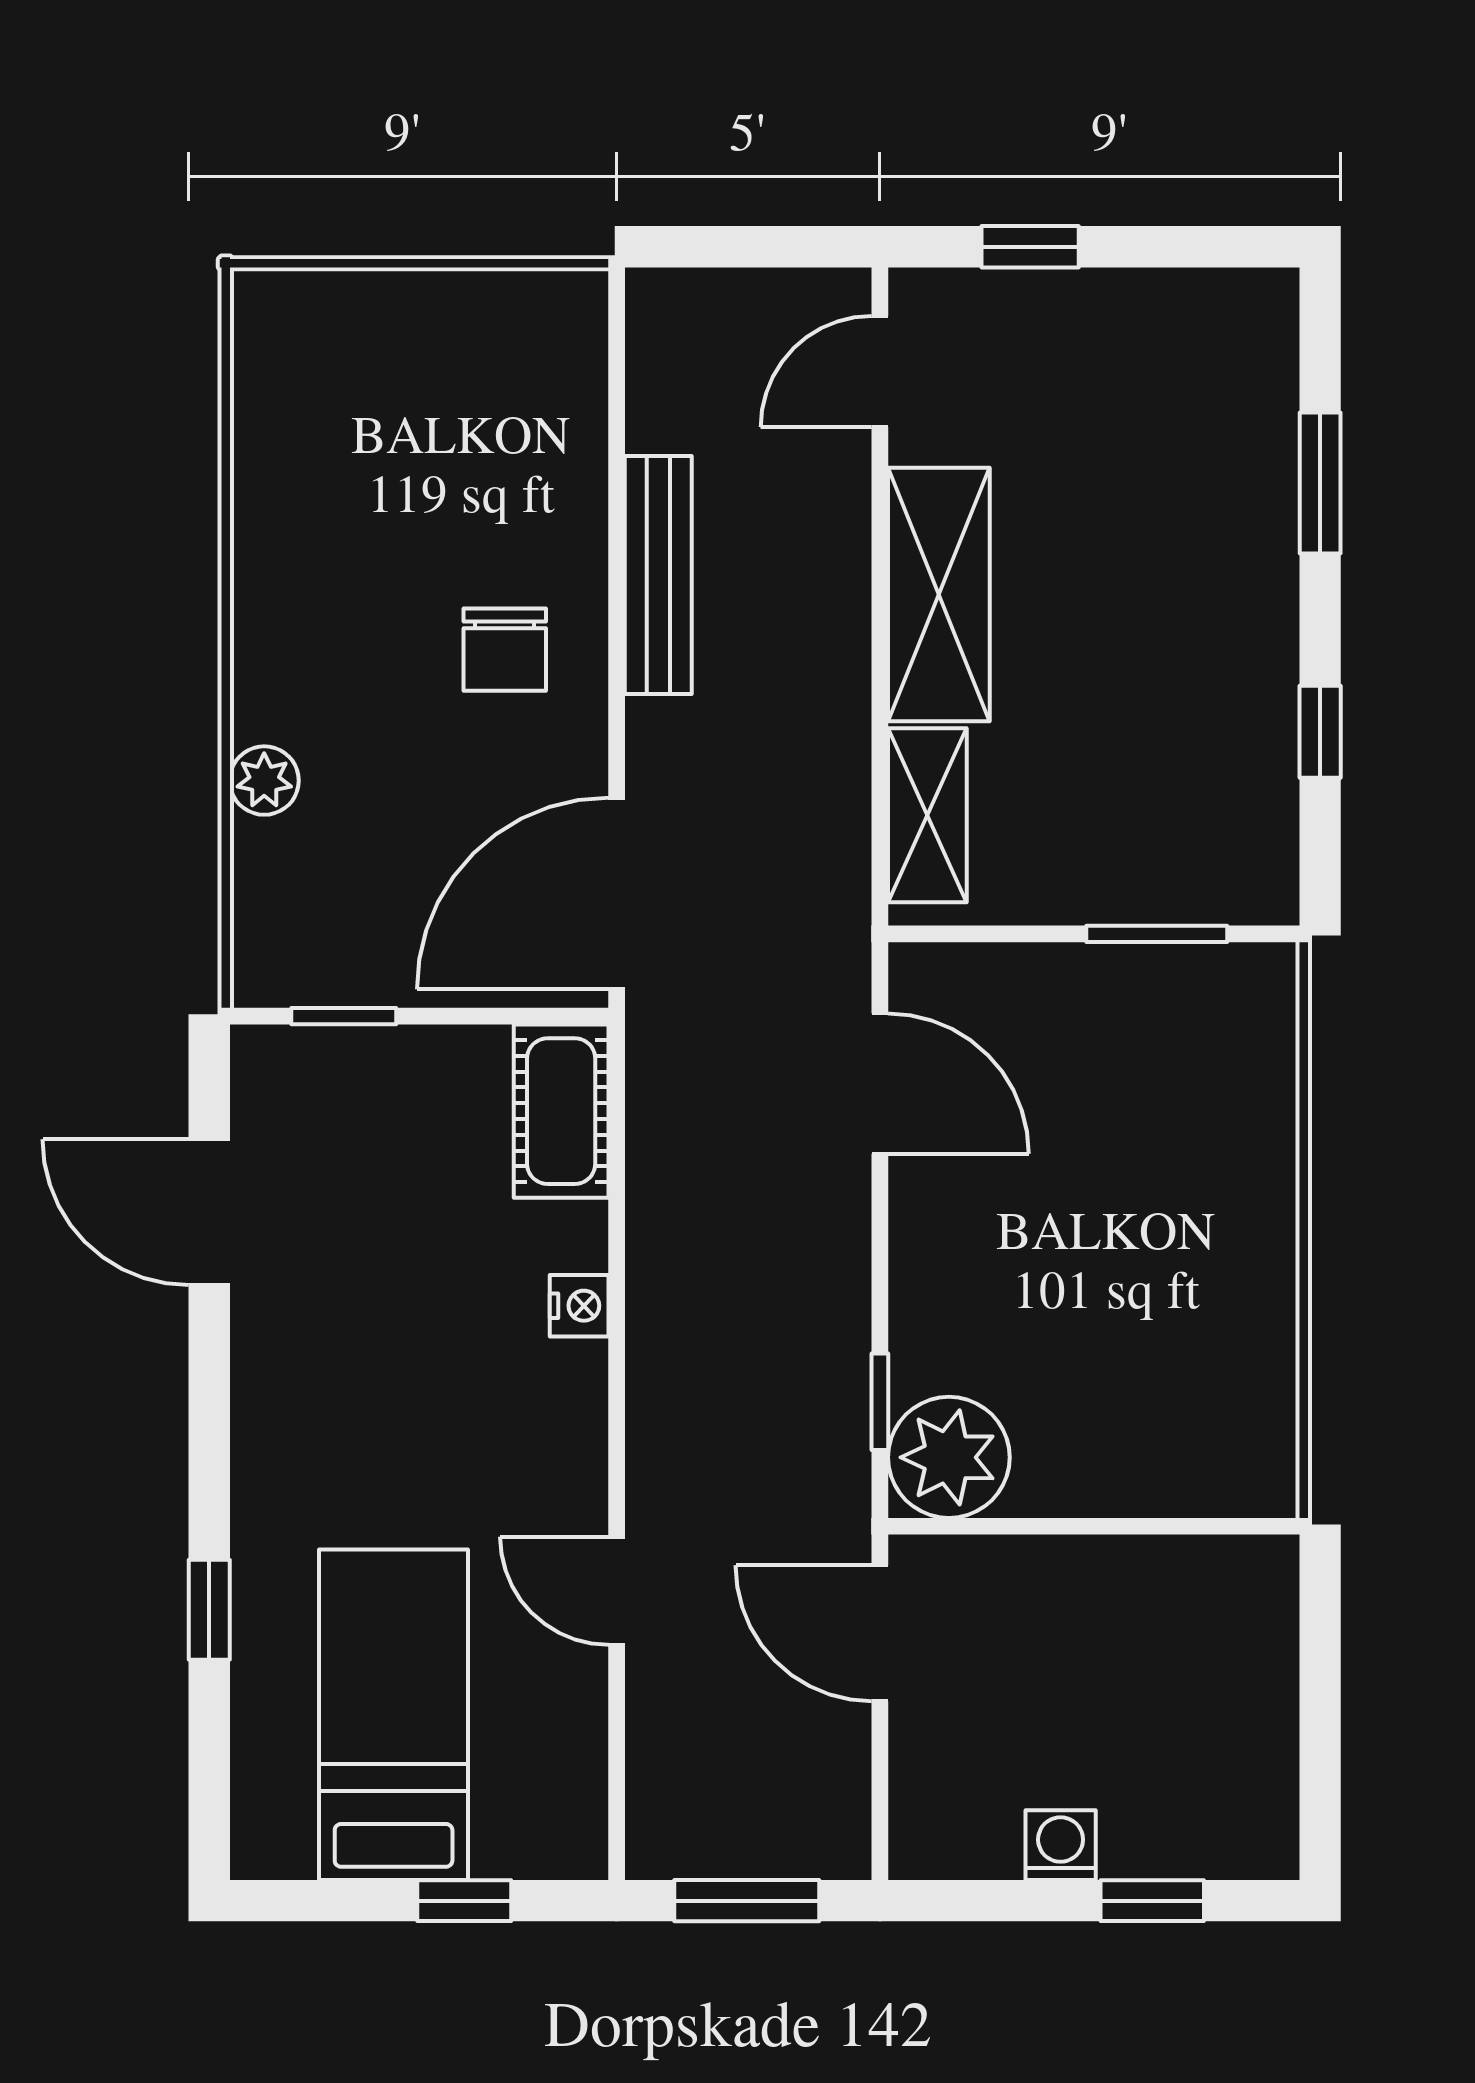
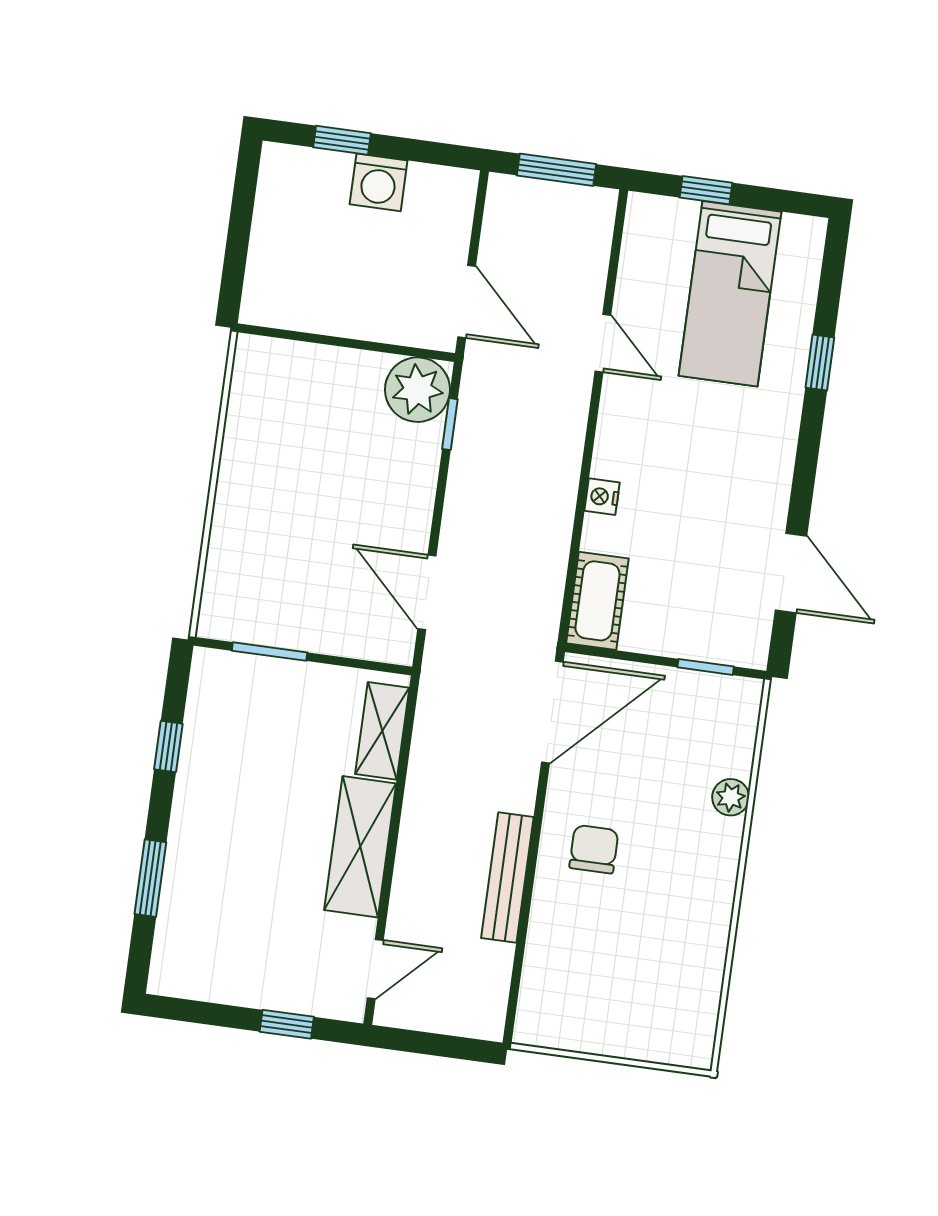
washing machine: (1061, 1845) -> (379, 182), width x1.38, depth x1.38

